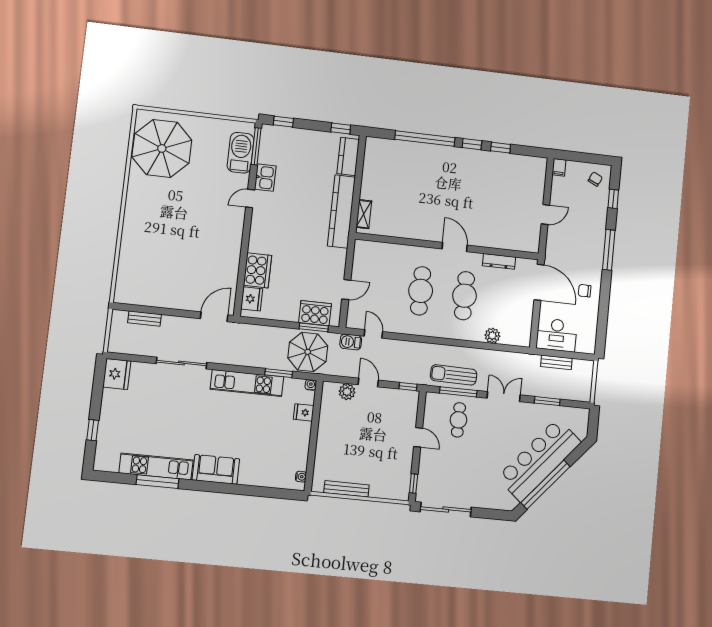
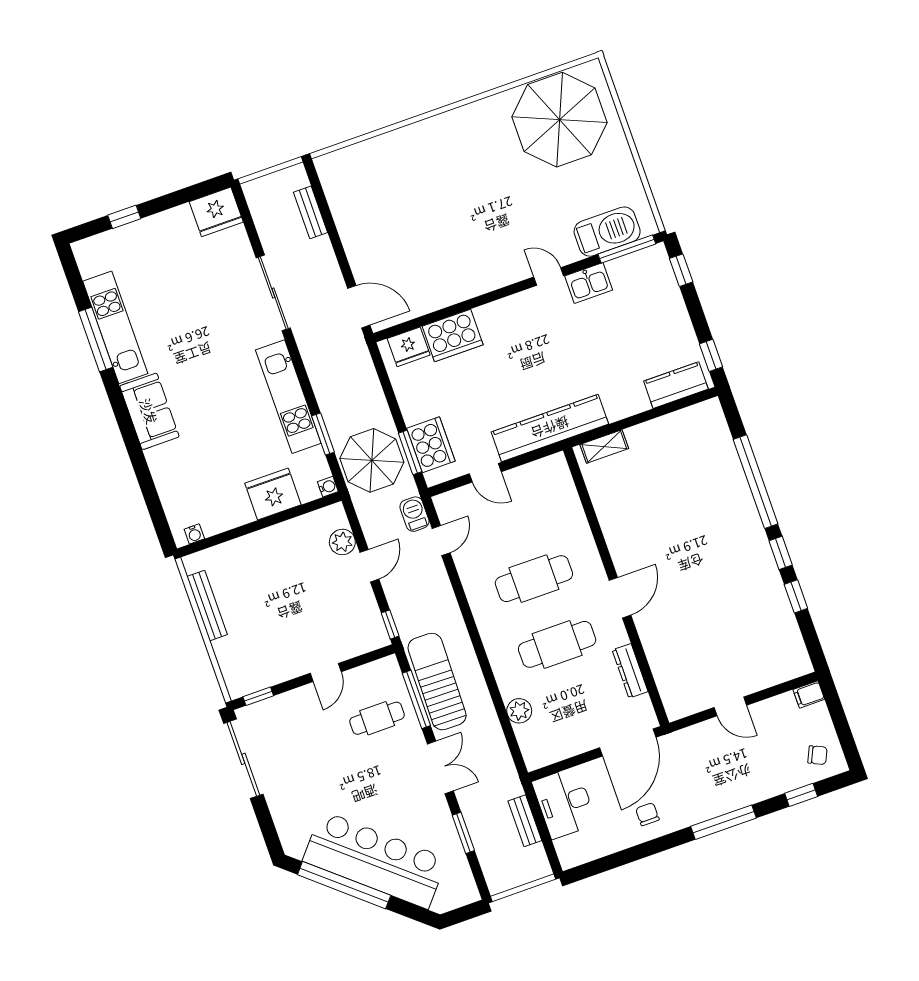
kitchen counter: (341, 212) -> (550, 428), moved
sun lounger: (454, 375) -> (437, 682), width x1.36, depth x1.34
fridge: (304, 412) -> (273, 494), width x1.88, depth x1.34

